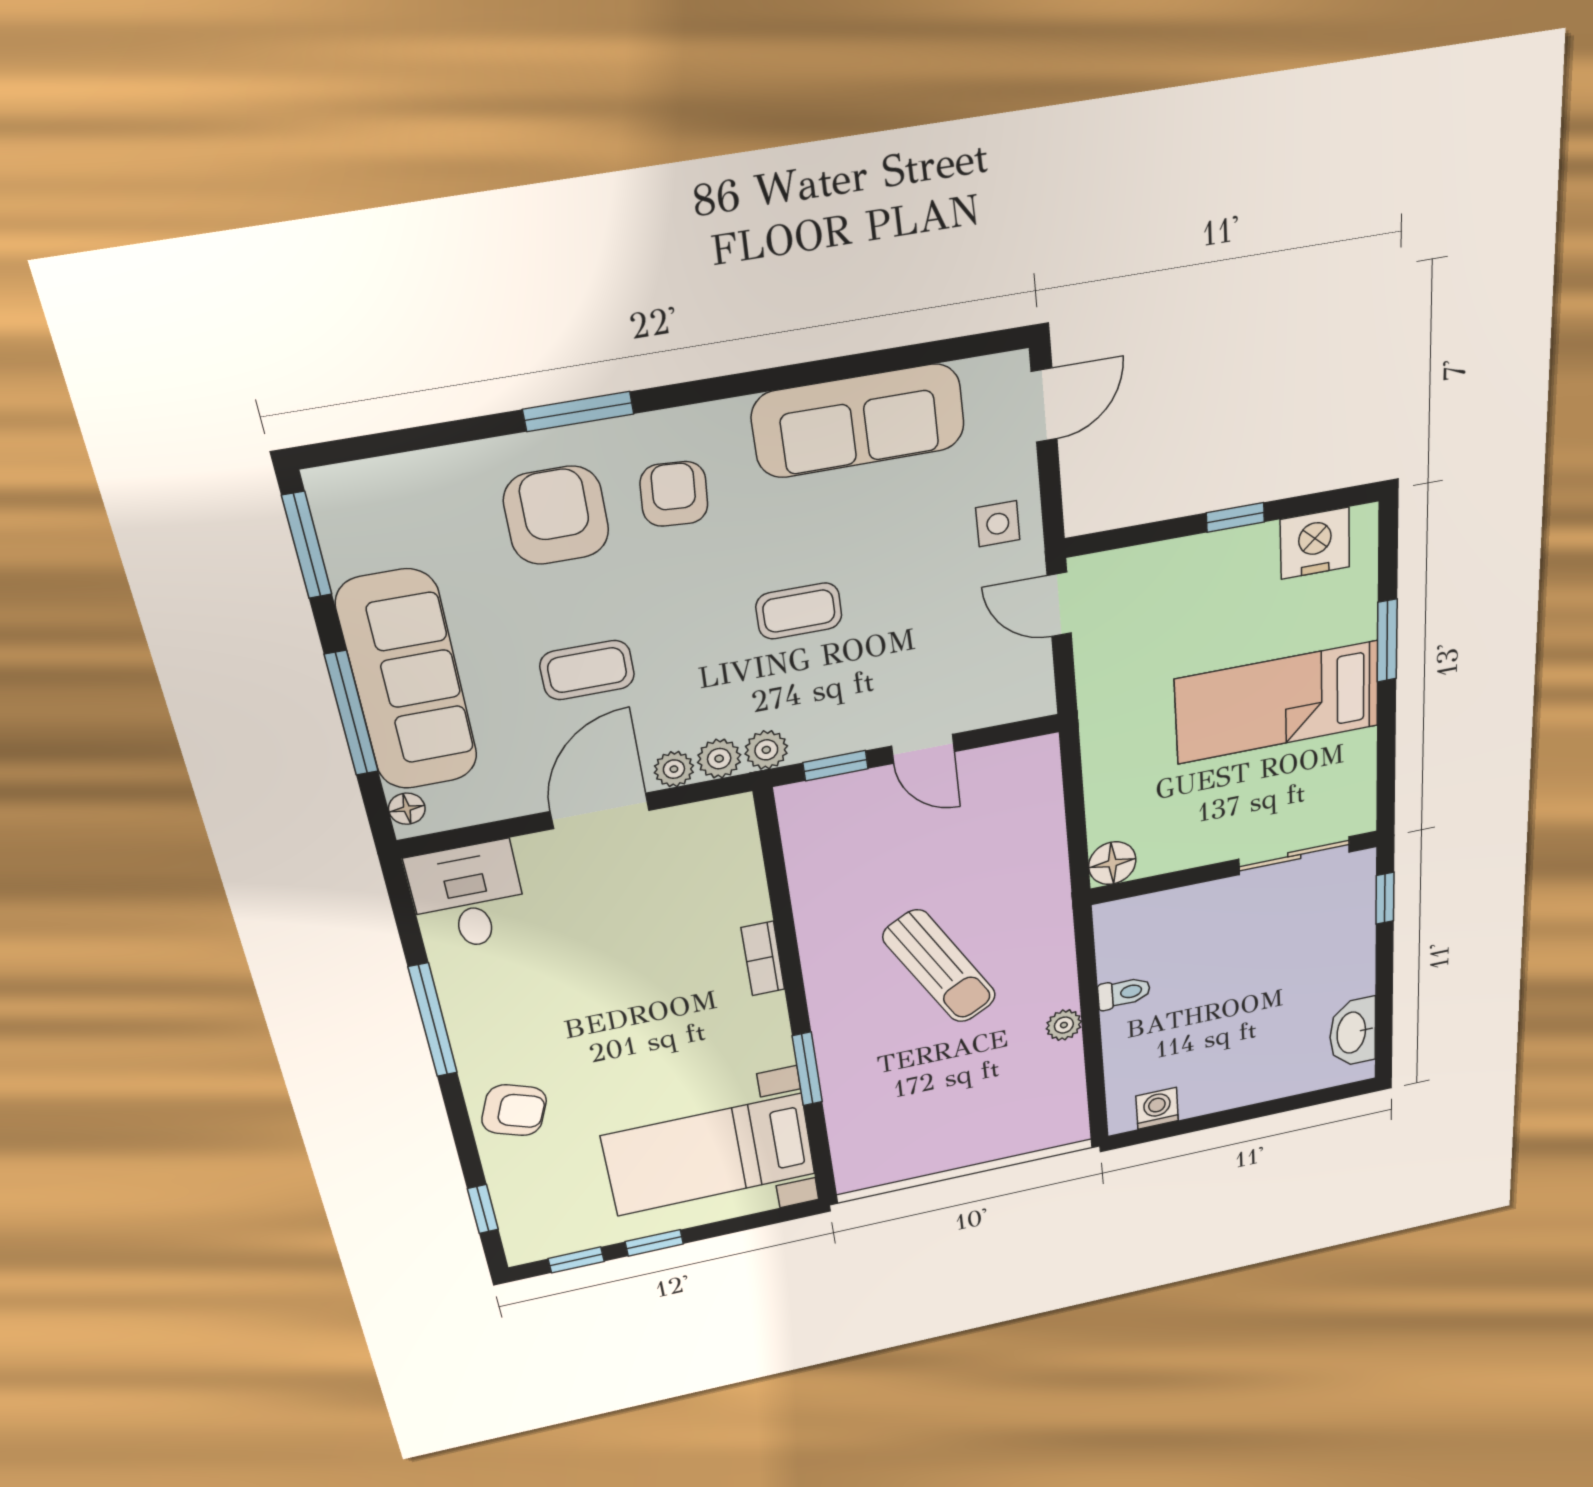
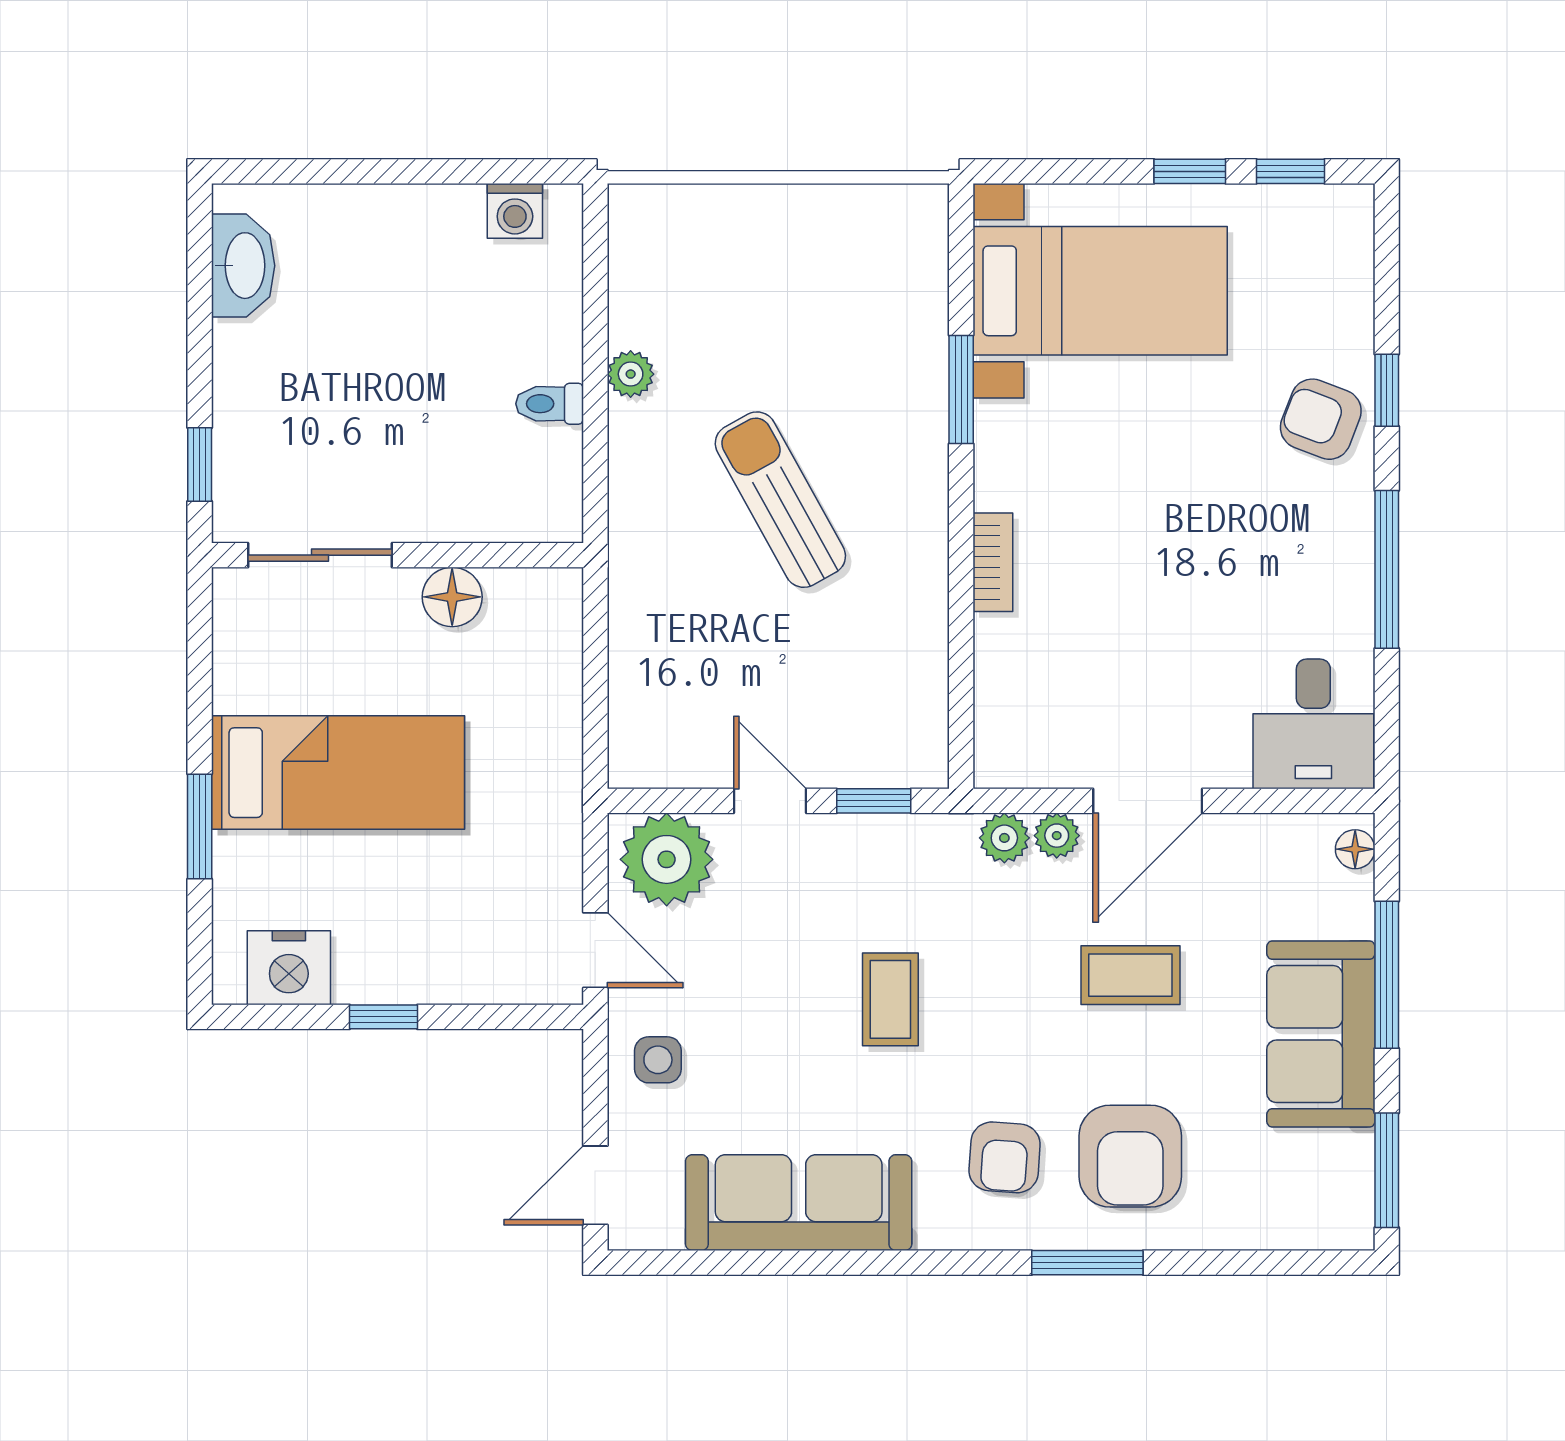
coffee table: (799, 611) -> (890, 999), turned 90
sofa: (407, 681) -> (1321, 1034), width x0.73
plant: (766, 750) -> (667, 859), moved, width x1.88, depth x1.88
floor lamp: (1112, 863) -> (452, 597), moved
window: (483, 1209) -> (1387, 390), moved

